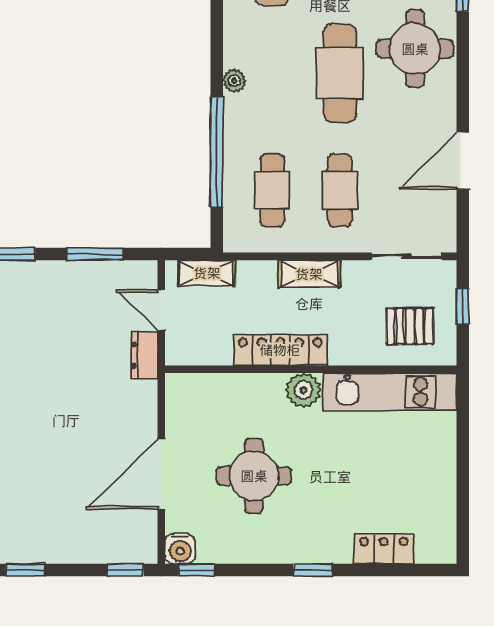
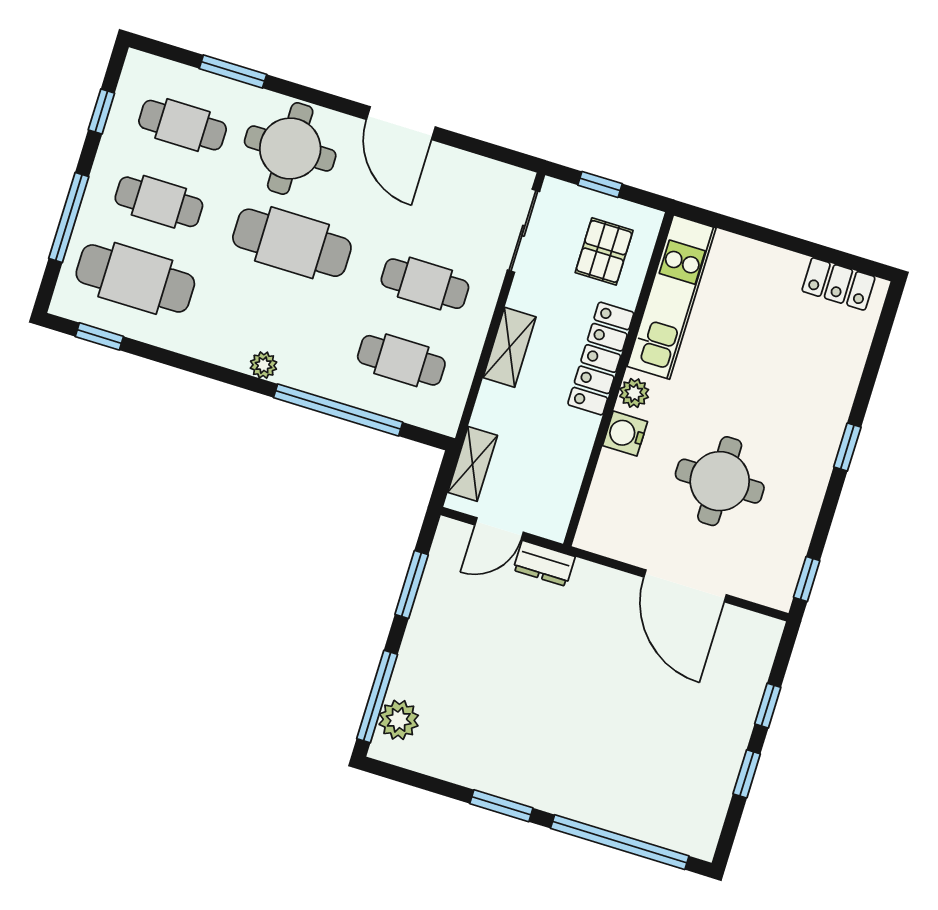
door: (463, 161) -> (401, 123), moved
locker: (280, 350) -> (601, 359), moved
plant: (304, 390) -> (634, 393), width x0.73, depth x0.73
water cooler: (180, 549) -> (625, 434), moved, turned 180
locker: (384, 549) -> (838, 284), moved, turned -90
window: (126, 570) -> (768, 706), moved

